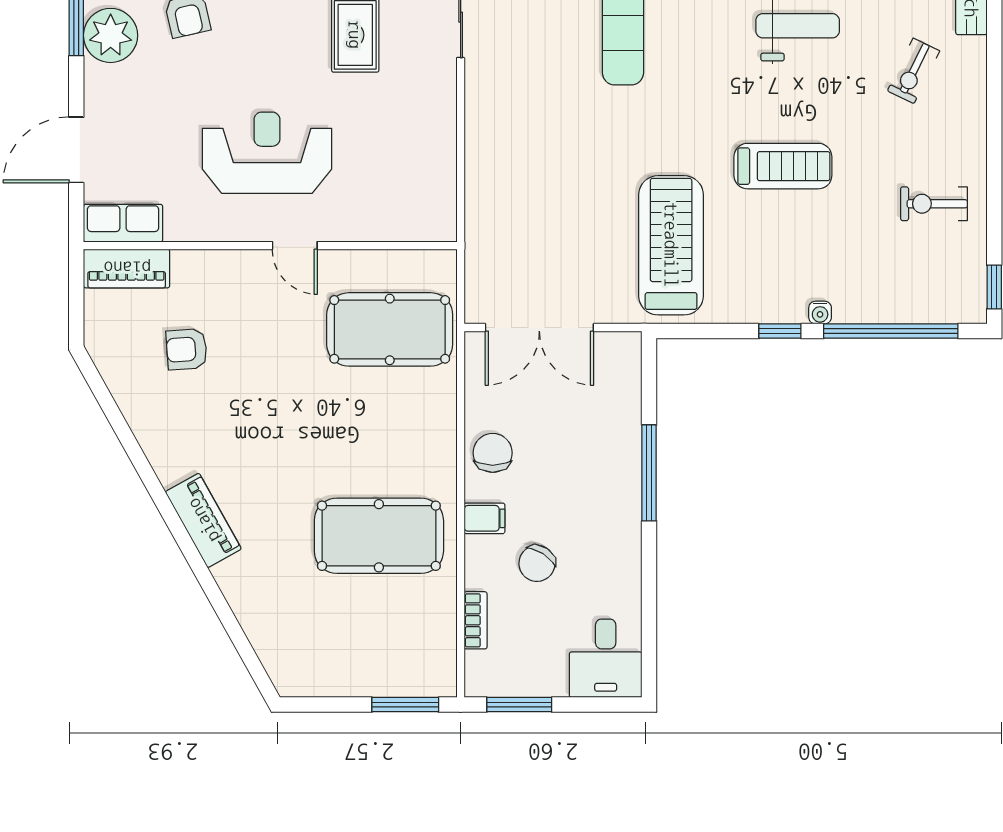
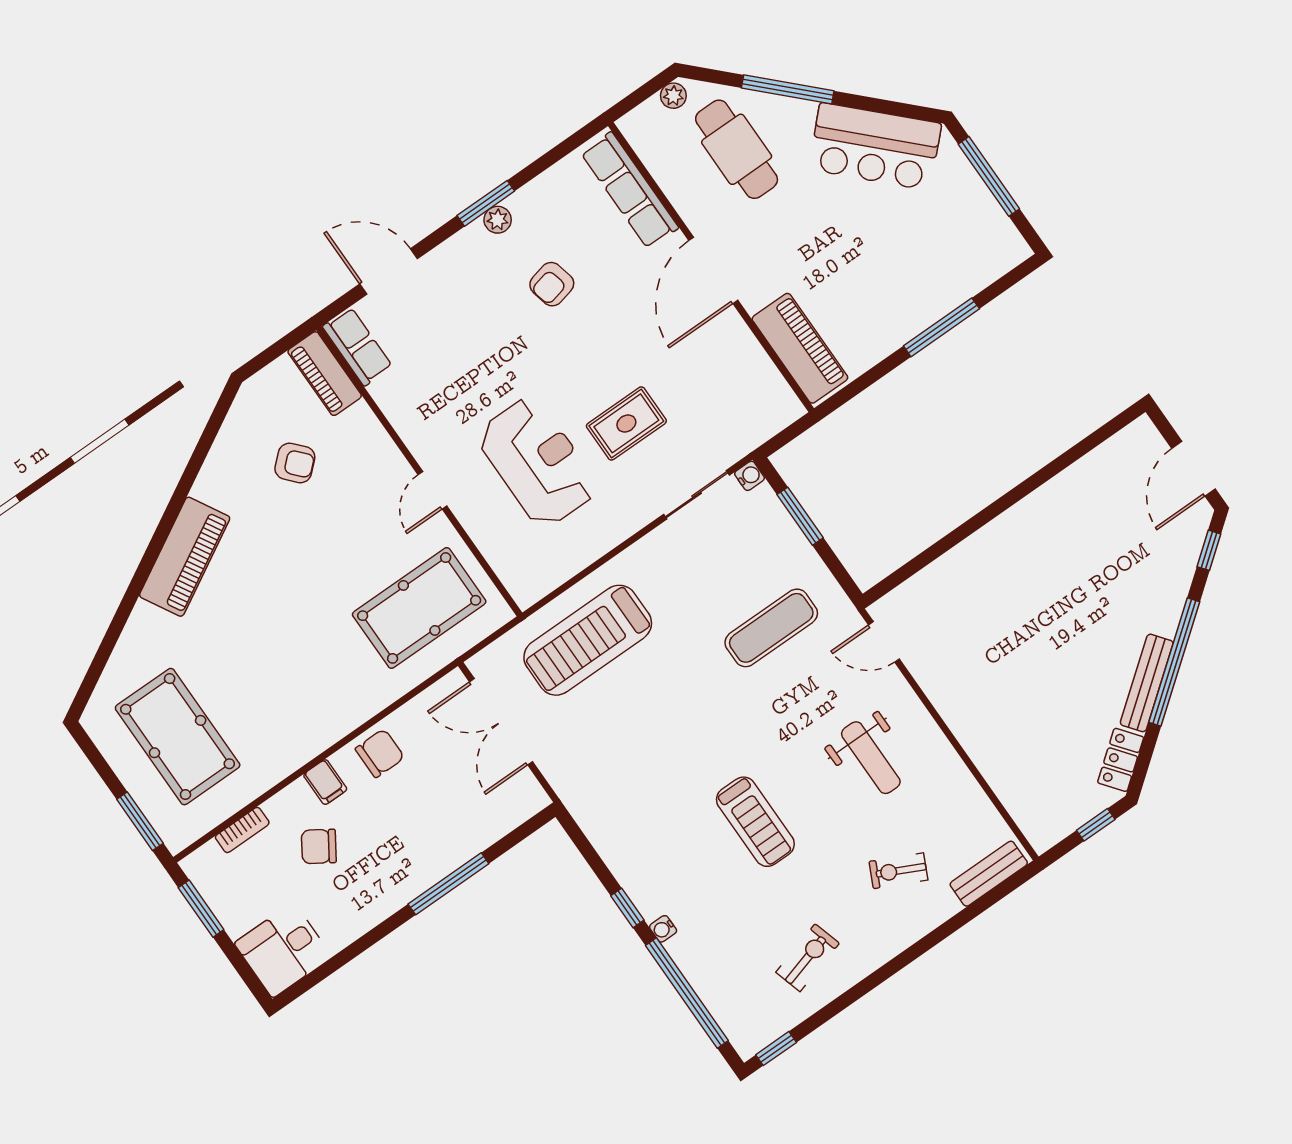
plant: (111, 35) -> (498, 220), width x0.53, depth x0.53
reception desk: (267, 153) -> (537, 462), moved
exercise bike: (934, 204) -> (808, 958), turned 74
treadmill: (671, 245) -> (588, 640), moved, turned 180
pool table: (390, 329) -> (419, 608), turned 90
armchair: (187, 349) -> (295, 463), turned 142
piano: (203, 520) -> (185, 557), width x1.37, depth x1.33
pool table: (379, 536) -> (178, 737), moved

